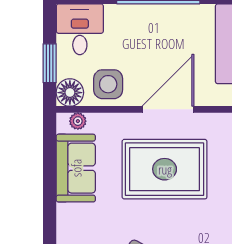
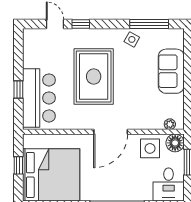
sofa: (76, 168) -> (171, 71), moved
rug: (165, 169) -> (94, 77), moved, turned 90

